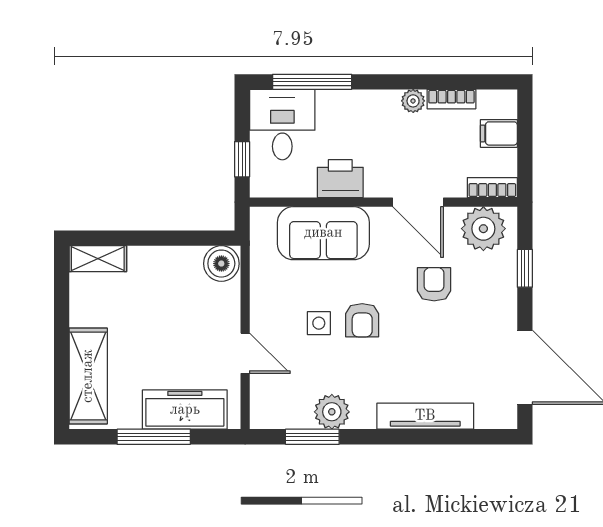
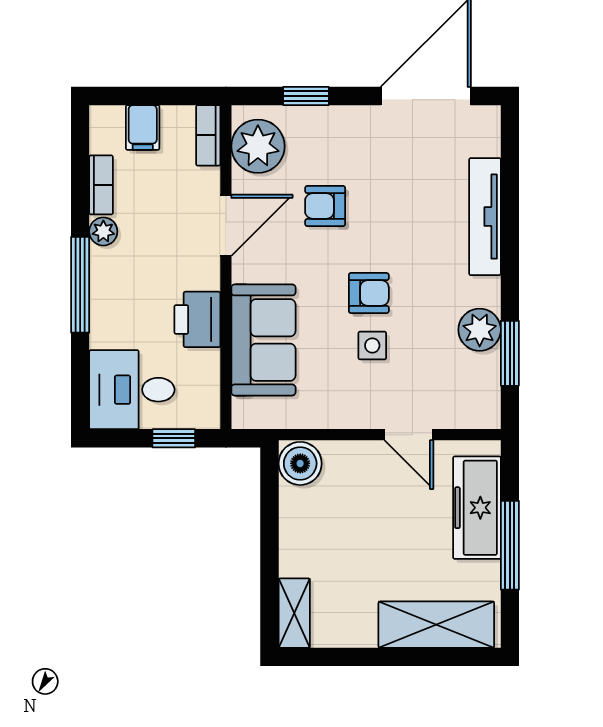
window: (312, 82) -> (80, 285), moved
door: (245, 353) -> (409, 435), swing flipped

